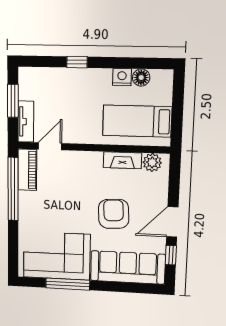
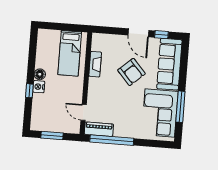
nightstand: (122, 77) -> (39, 87), moved
floor lamp: (141, 78) -> (40, 74), moved
tv unit: (26, 122) -> (66, 128), removed
plant: (152, 162) -> (98, 45), removed
armchair: (114, 214) -> (131, 72), turned -129

